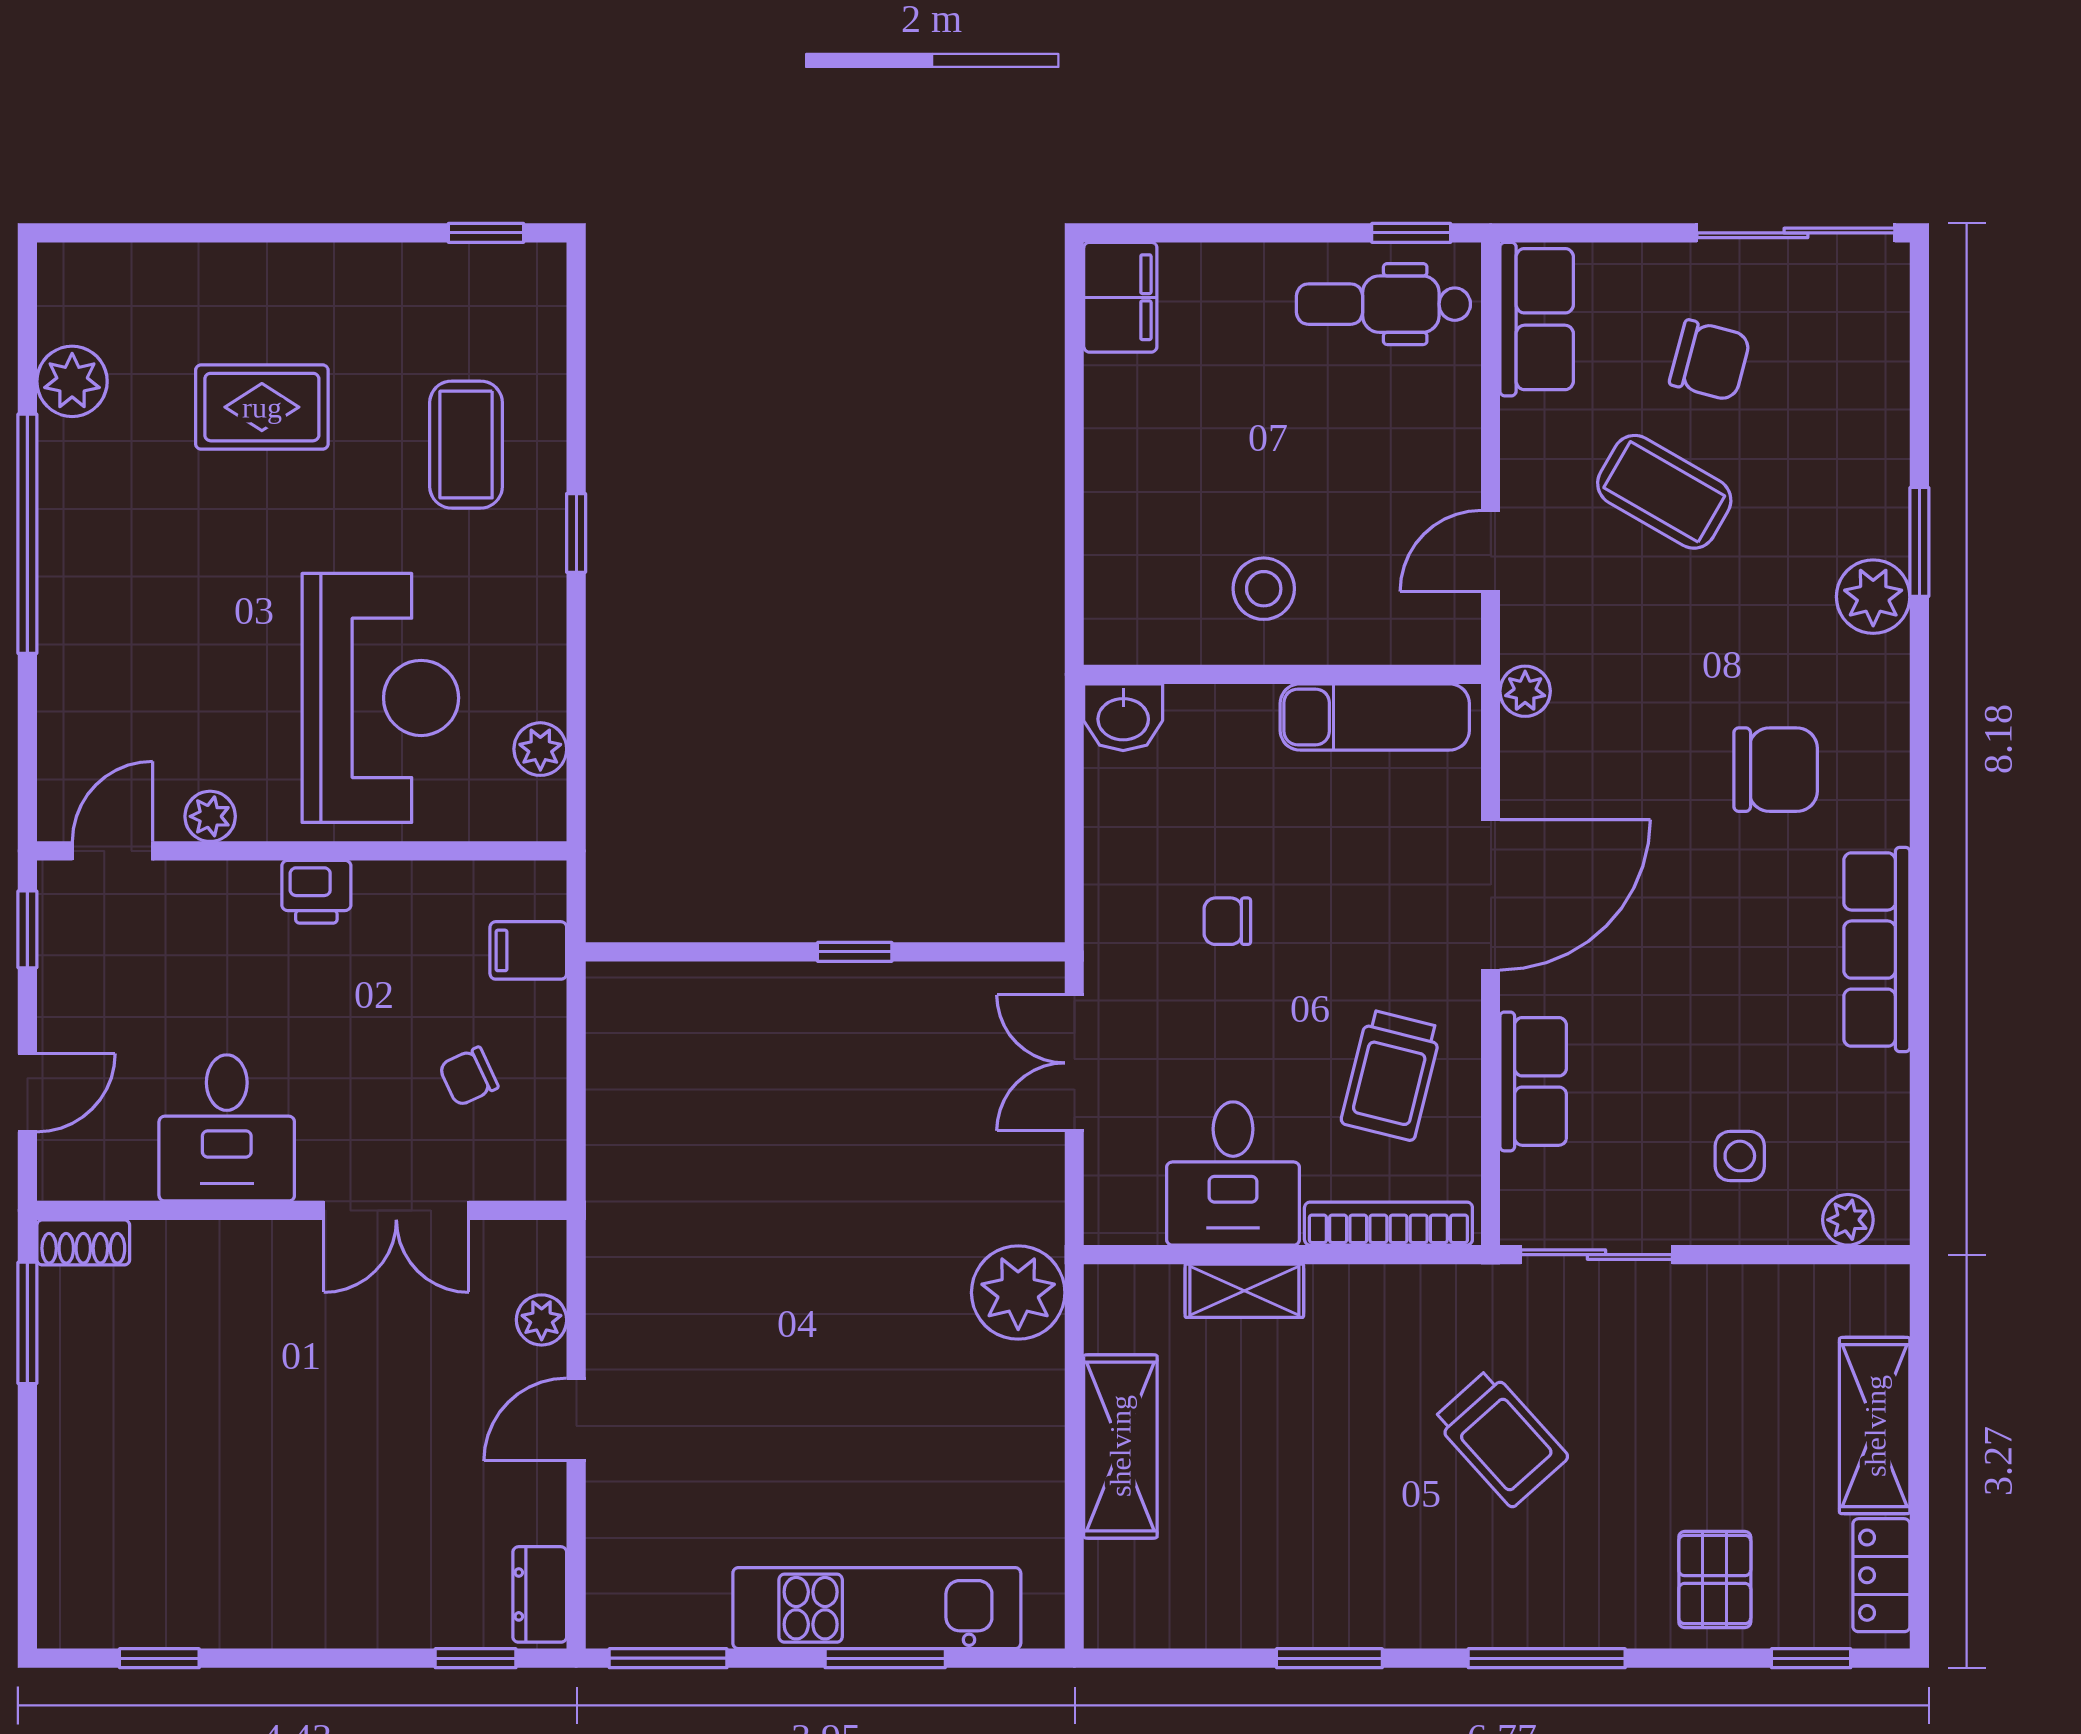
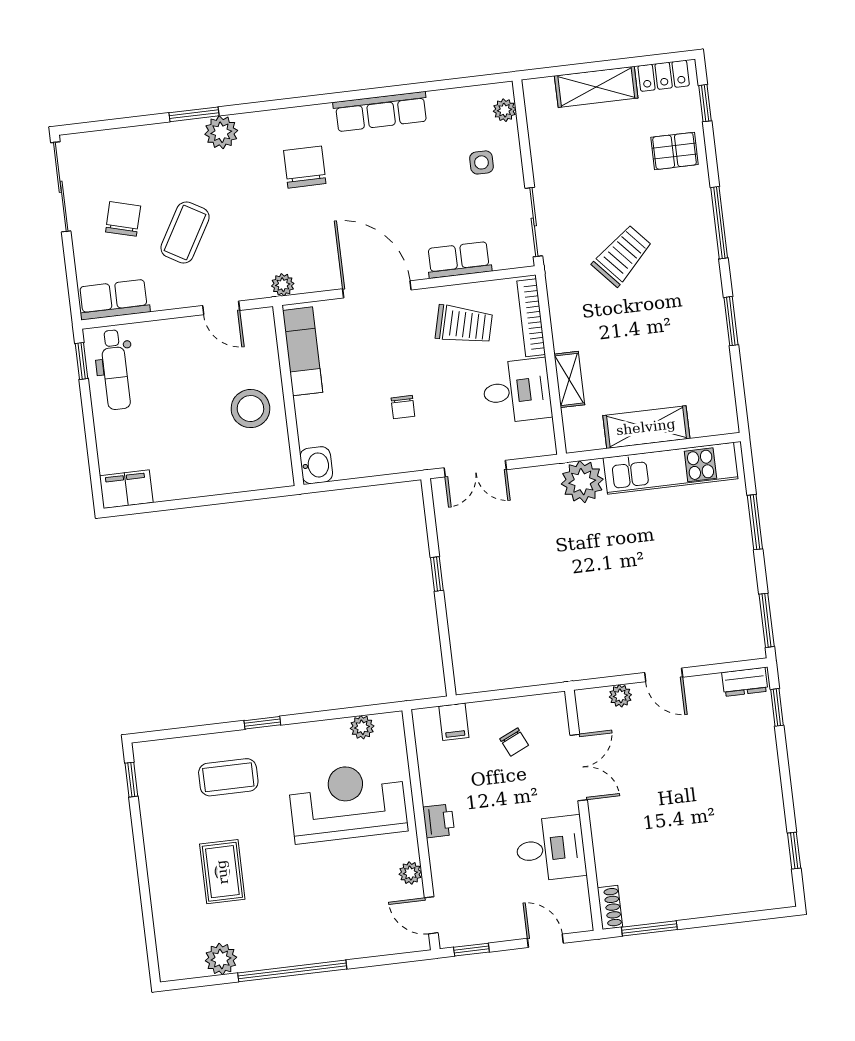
stool: (1264, 589) -> (250, 409), width x1.38, depth x1.38
kitchen unit: (877, 1608) -> (670, 468), moved, turned -90

